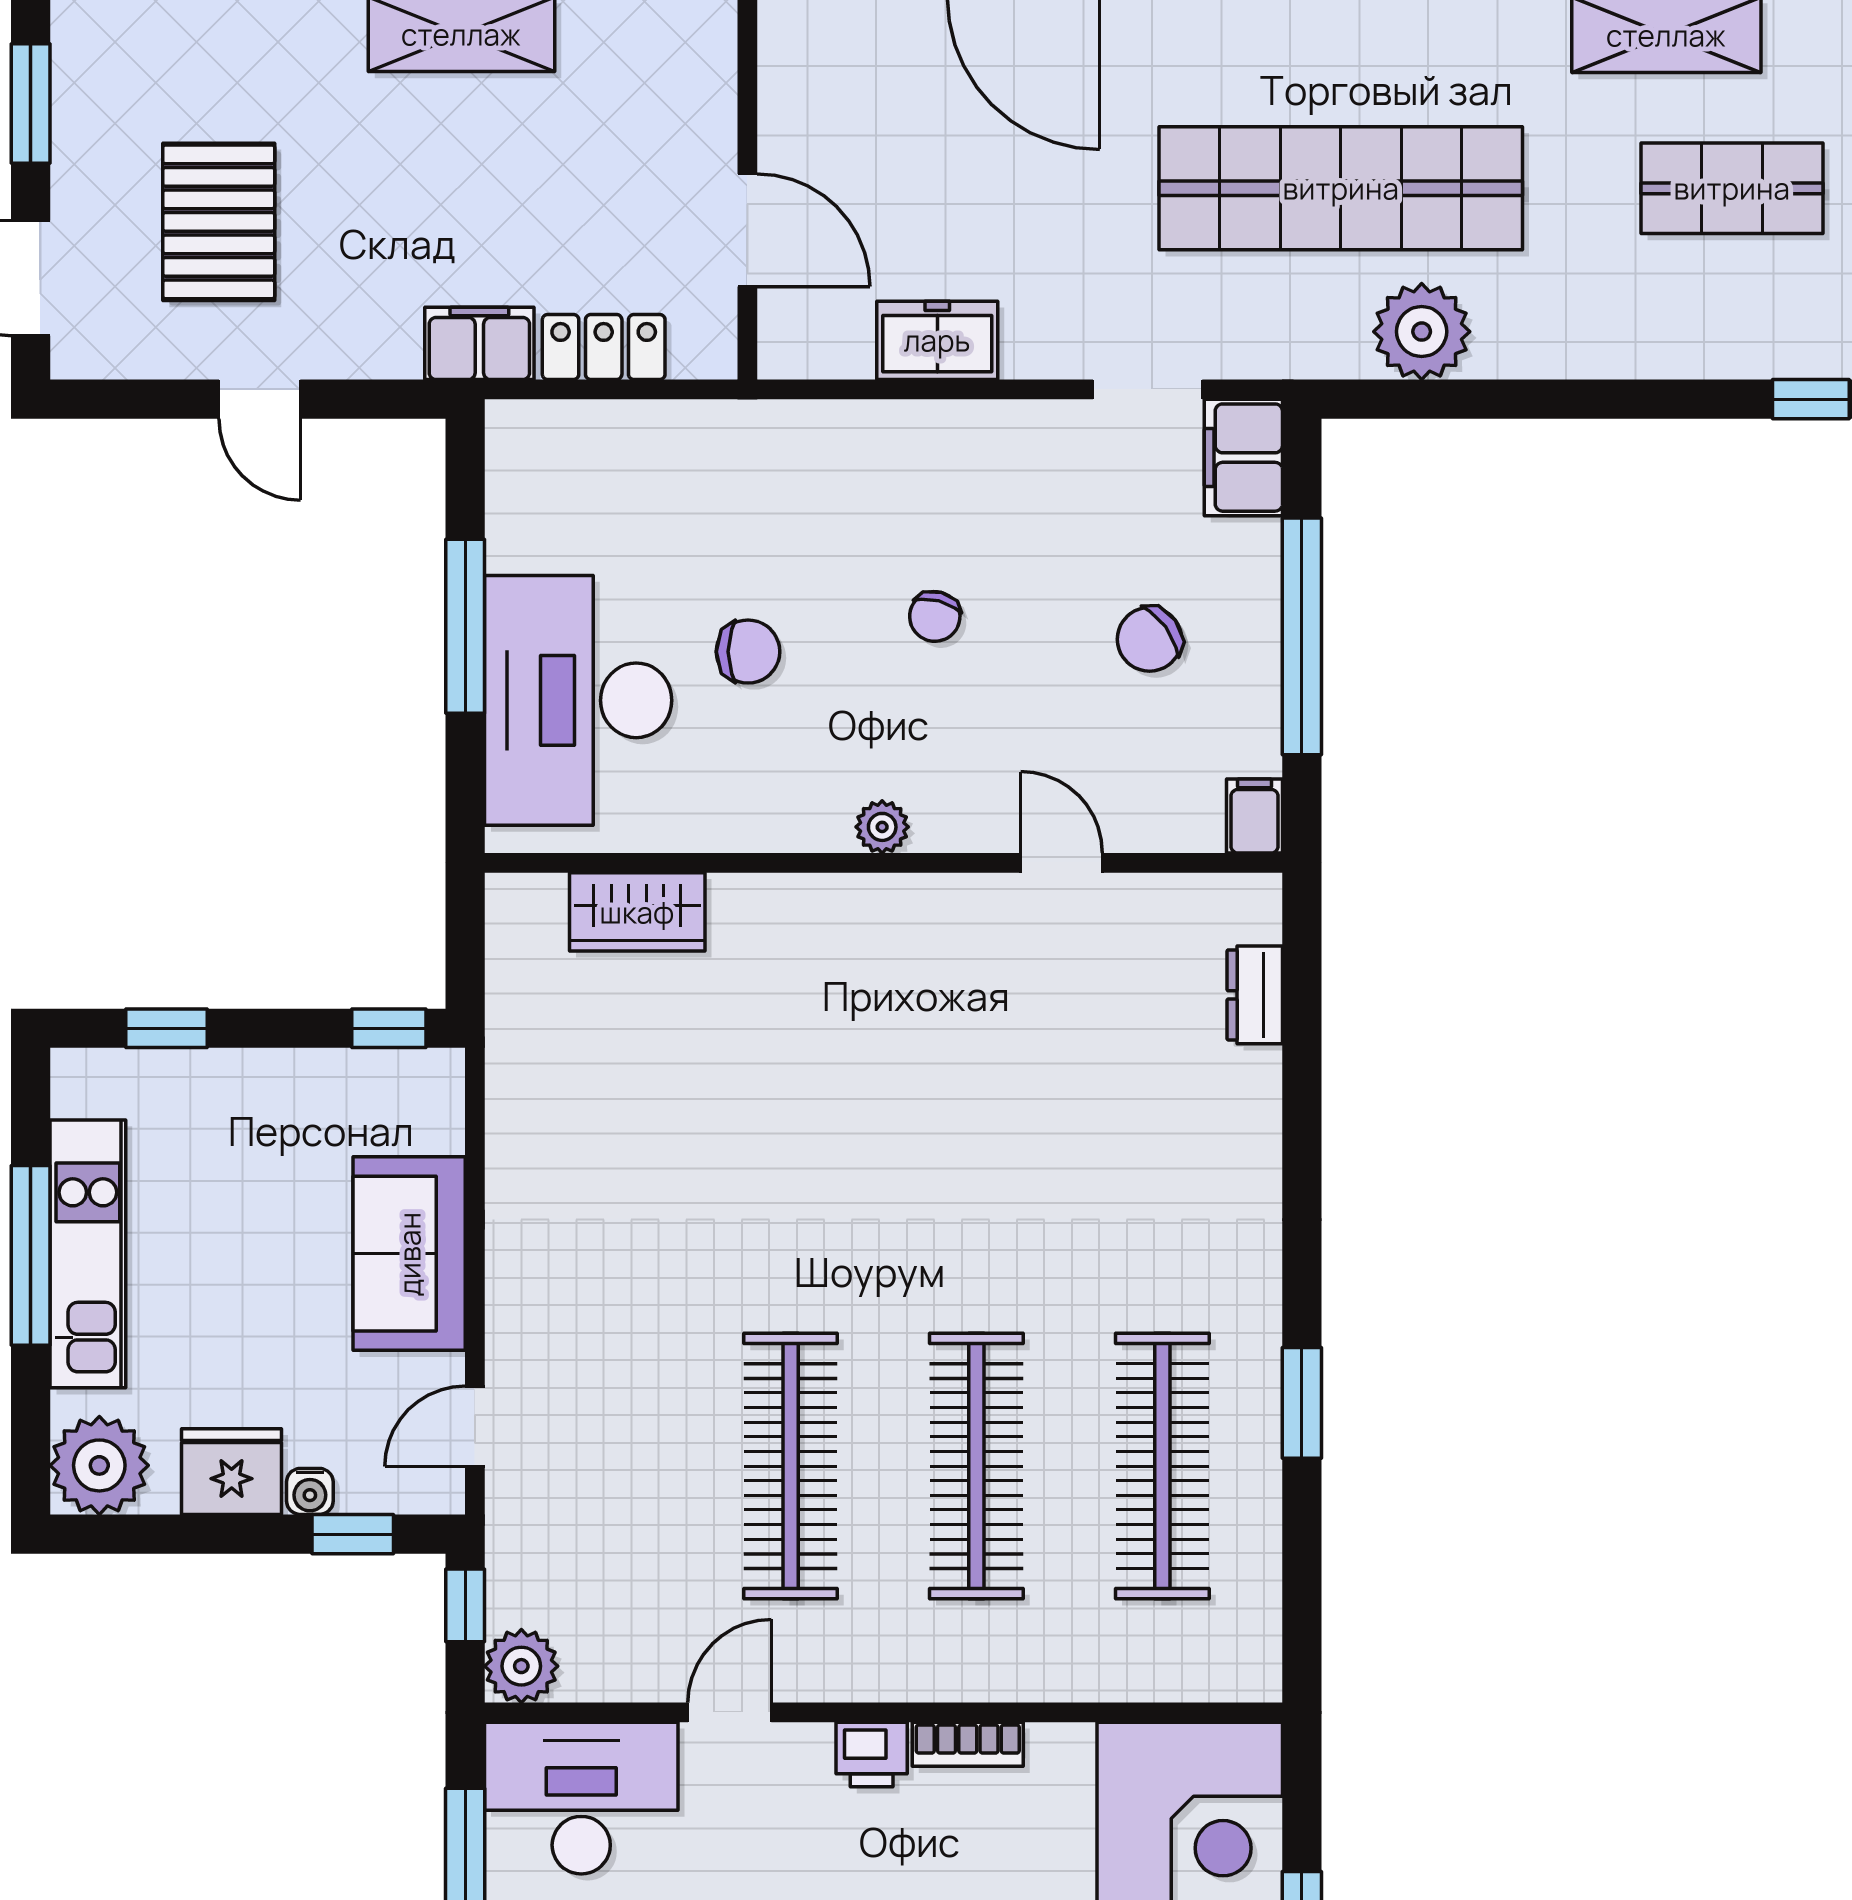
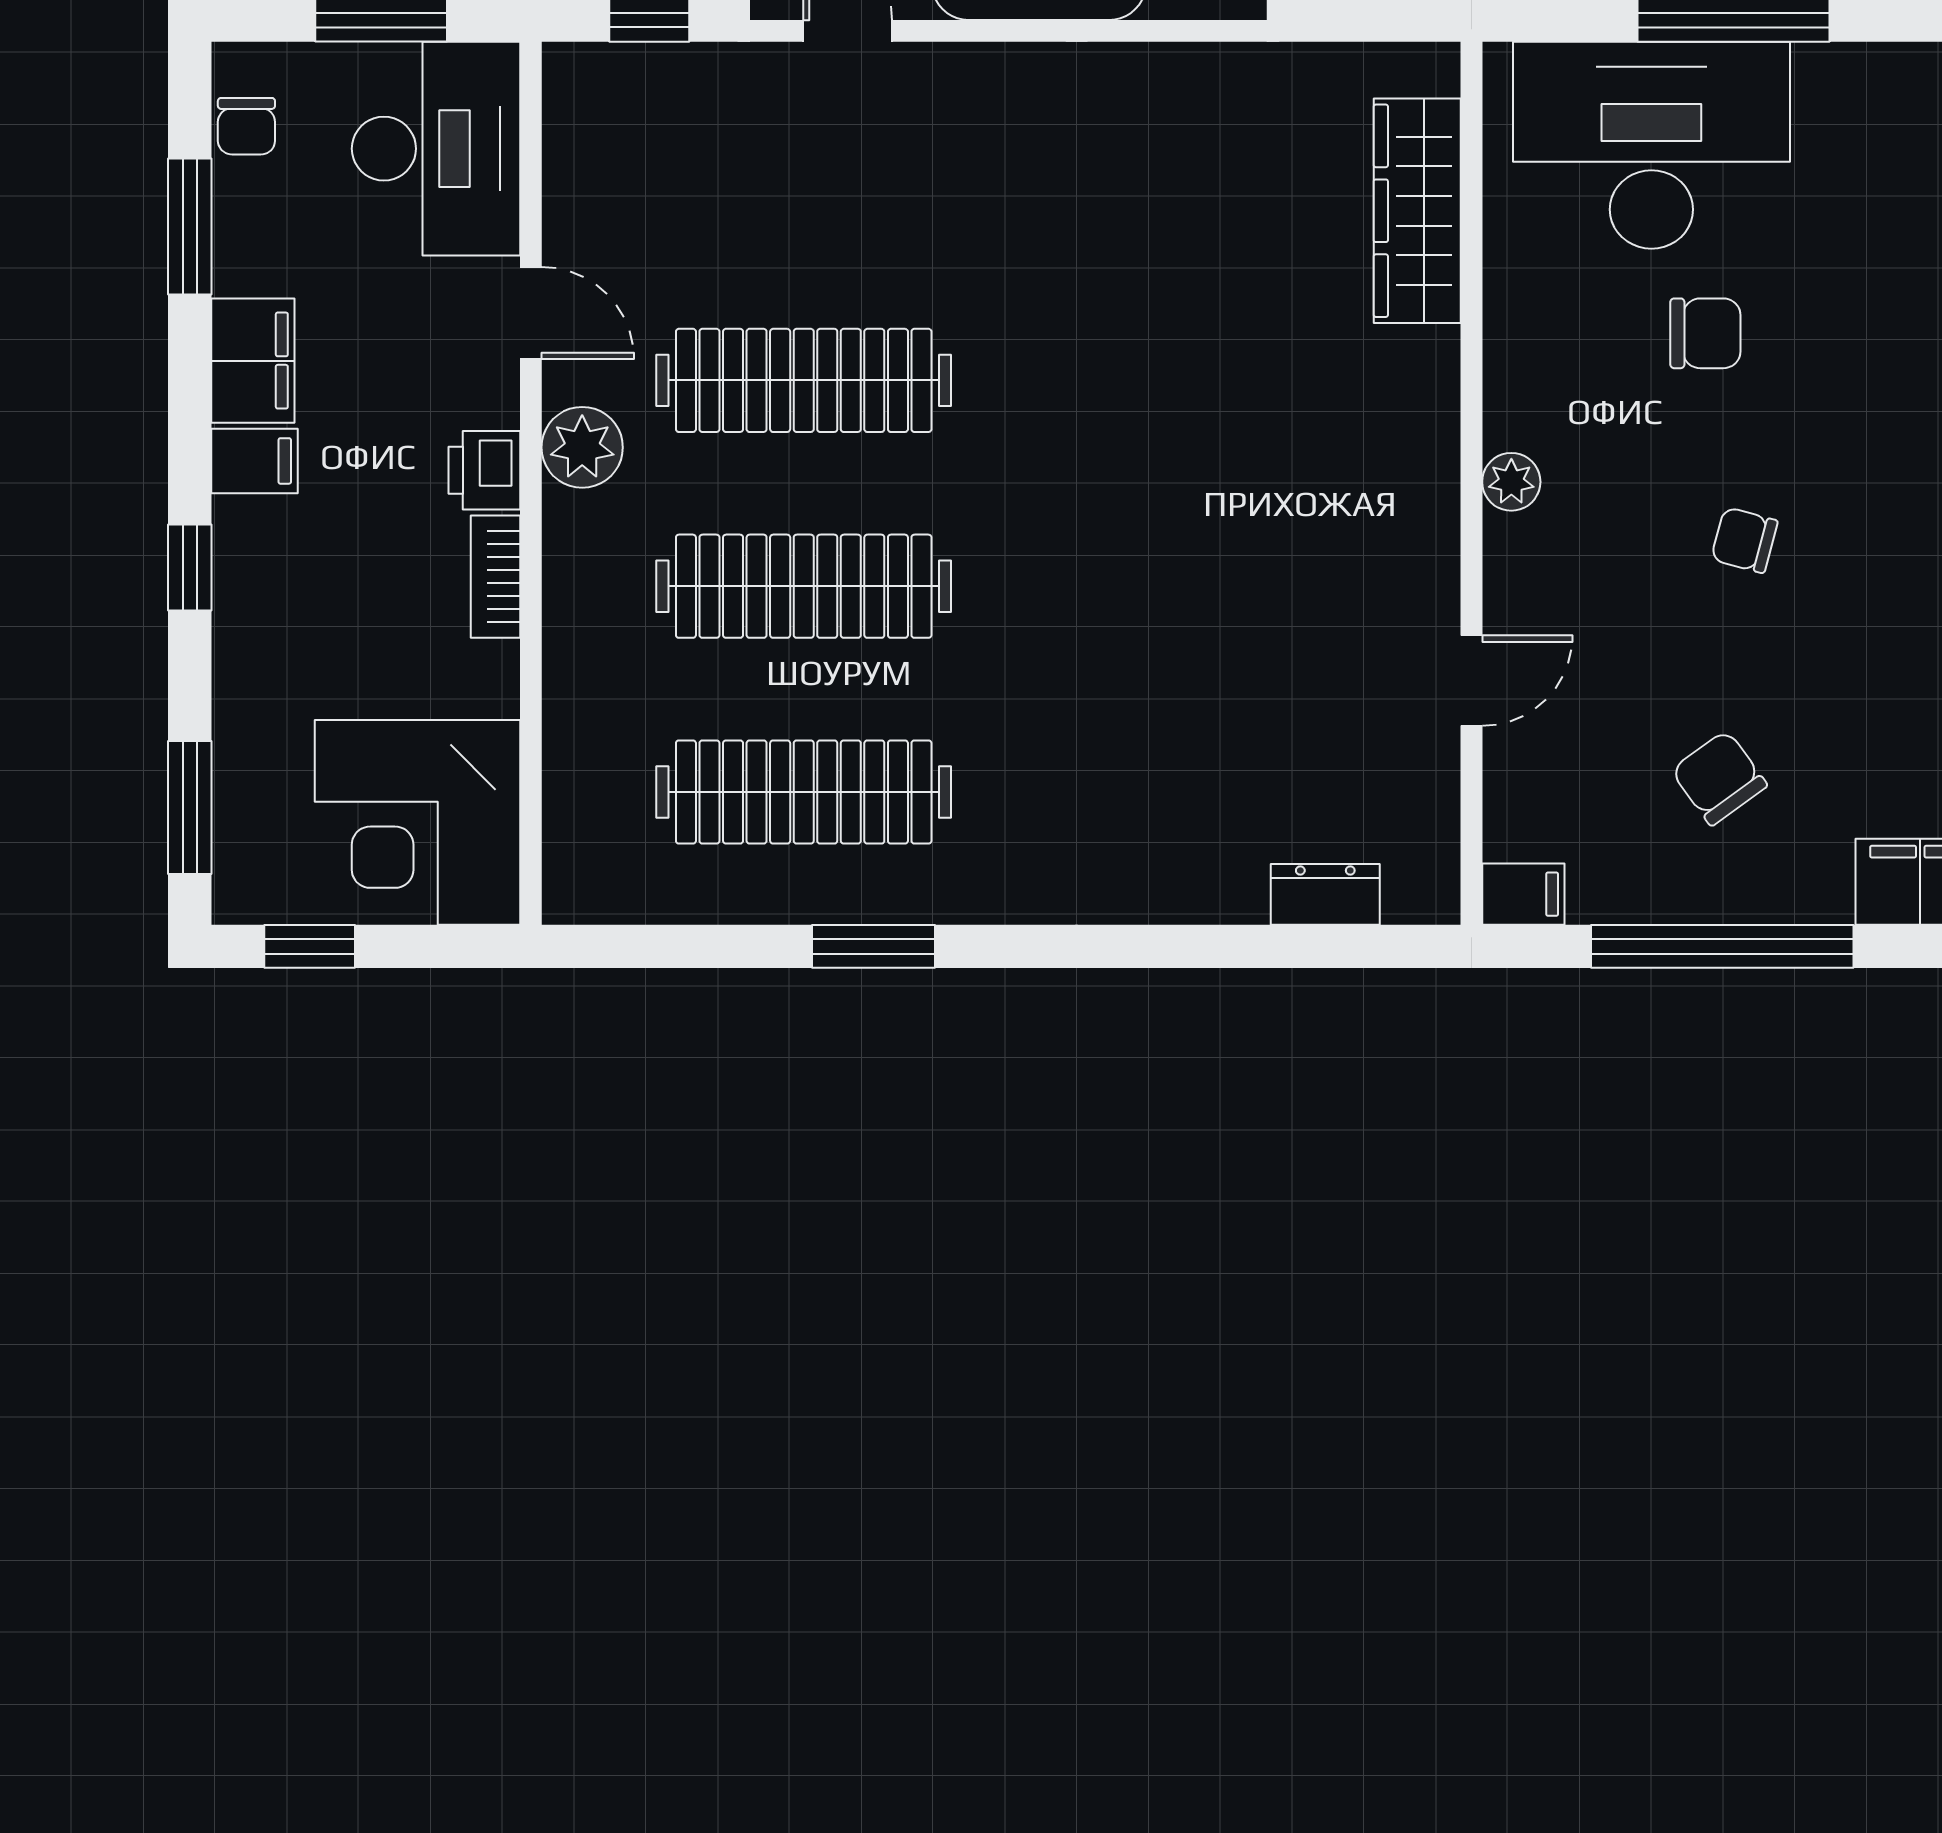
chair: (748, 652) -> (1705, 333), turned -90
wardrobe: (637, 912) -> (1417, 211), width x1.50
plant: (521, 1666) -> (582, 447), moved

